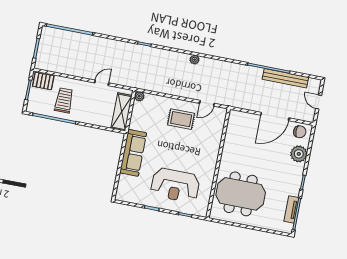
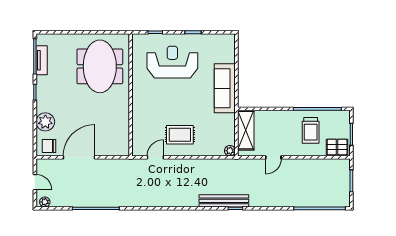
plant: (195, 60) -> (45, 202), moved
bench: (285, 78) -> (224, 201), moved
meeting table: (241, 194) -> (100, 66), turned 90

